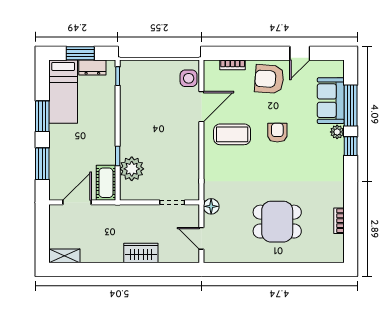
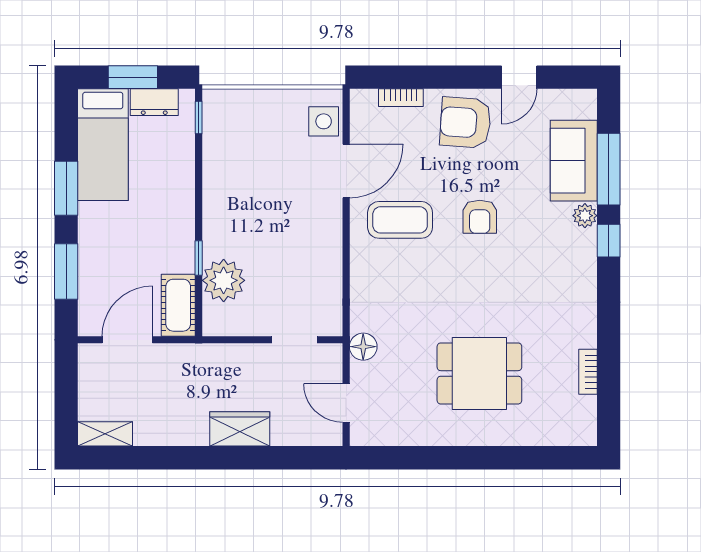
armchair: (277, 133) -> (480, 217), turned 180

